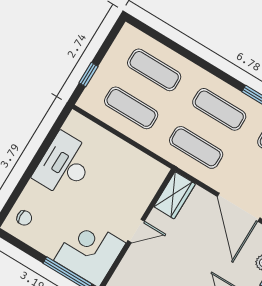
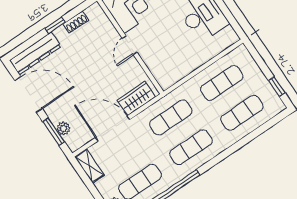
window: (88, 75) -> (277, 87), moved
wardrobe: (175, 195) -> (136, 98), moved, turned 90

